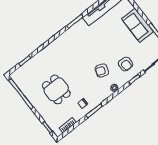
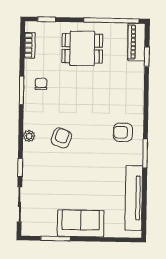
armchair: (125, 64) -> (123, 132), moved
piano: (22, 72) -> (136, 42), added
dining table: (56, 89) -> (82, 48), moved

